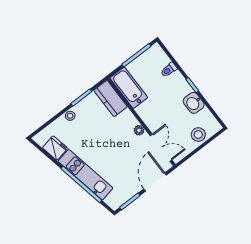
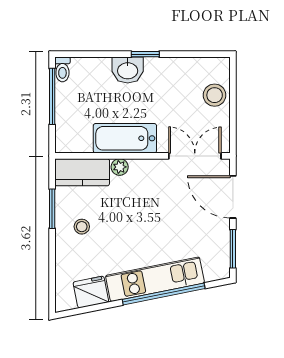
toilet: (169, 70) -> (62, 69), moved
bathtub: (129, 88) -> (125, 138), moved
washbasin: (194, 103) -> (128, 70), moved
stool: (70, 116) -> (82, 227), moved
plant: (139, 130) -> (120, 167), moved

